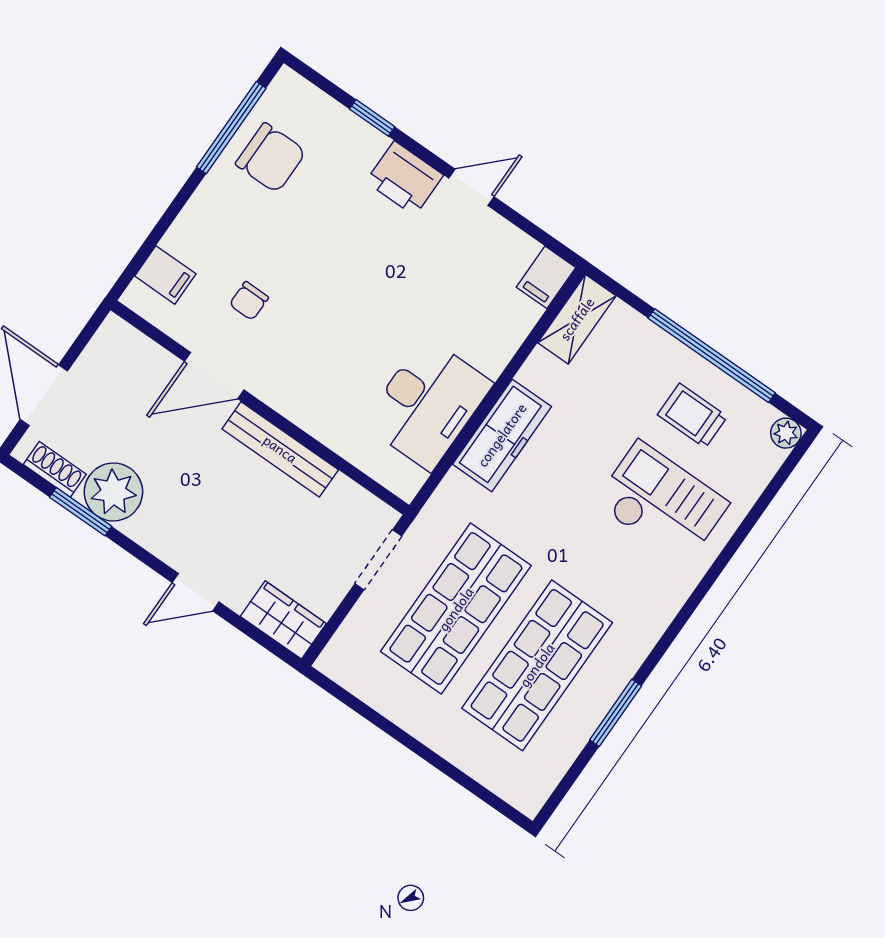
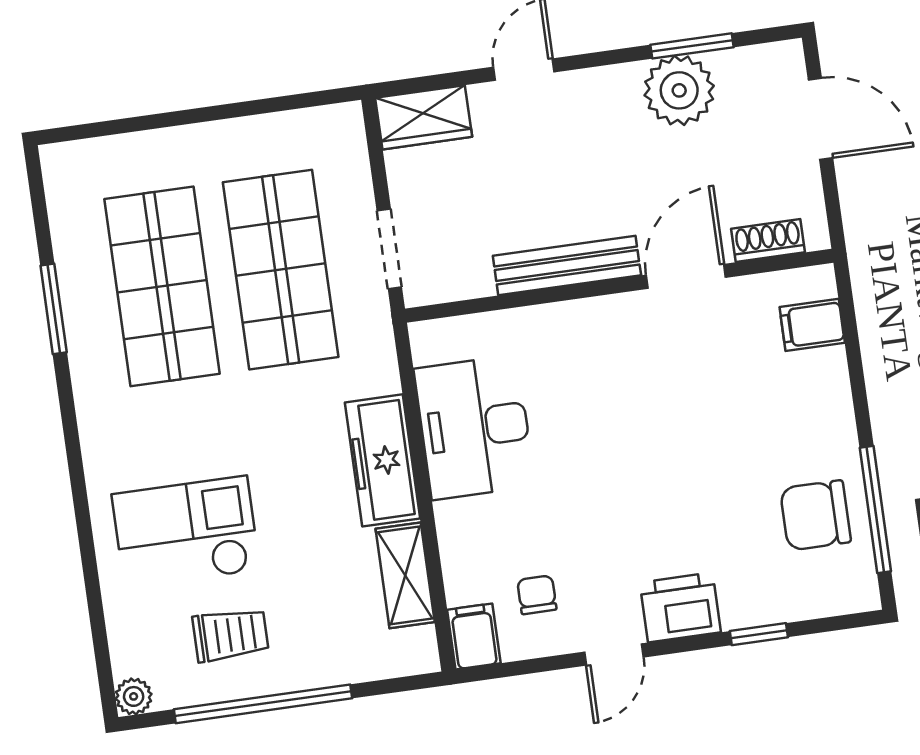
chair: (249, 301) -> (537, 595), moved
shelving: (577, 319) -> (405, 575), moved
shoe rack: (55, 469) -> (768, 241), moved, turned 180
checkout: (662, 503) -> (186, 532), turned 180

